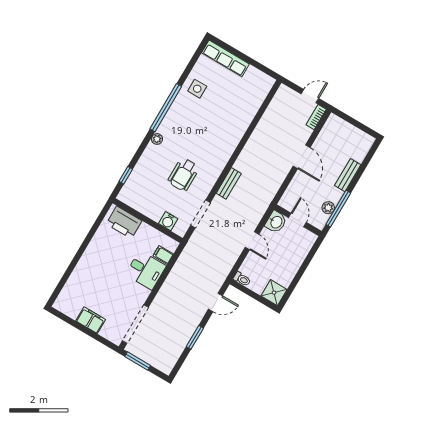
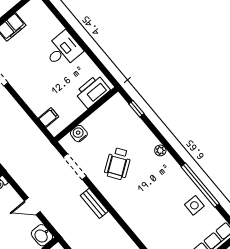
window: (166, 108) -> (200, 185), moved
wheelchair: (184, 175) -> (118, 164), turned -125
desk: (146, 270) -> (63, 50), moved, turned 180

